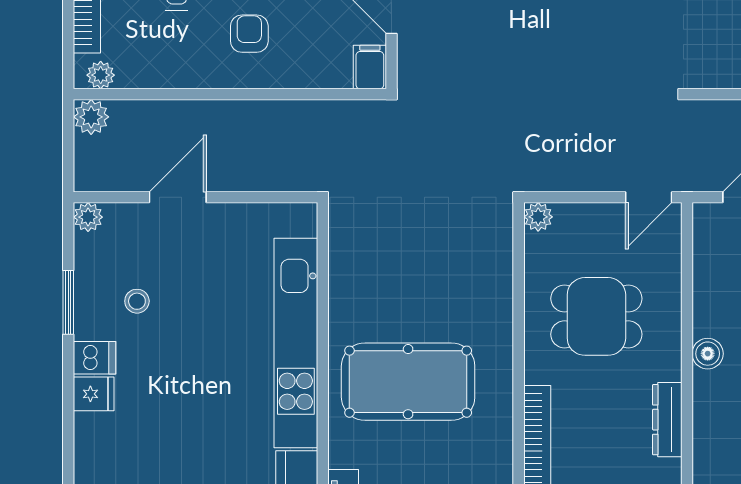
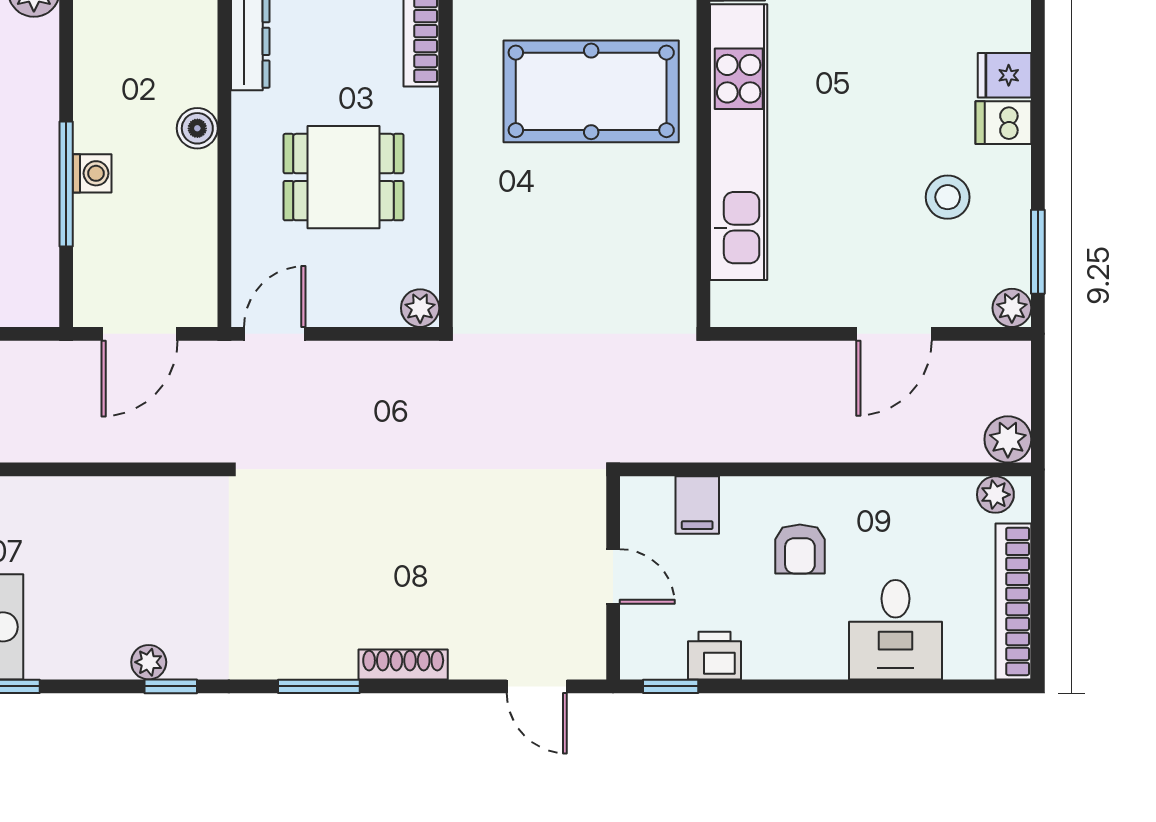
filing cabinet: (370, 67) -> (697, 505), moved
stool: (137, 301) -> (948, 197), width x1.37, depth x1.37
window: (68, 302) -> (1038, 252), moved

